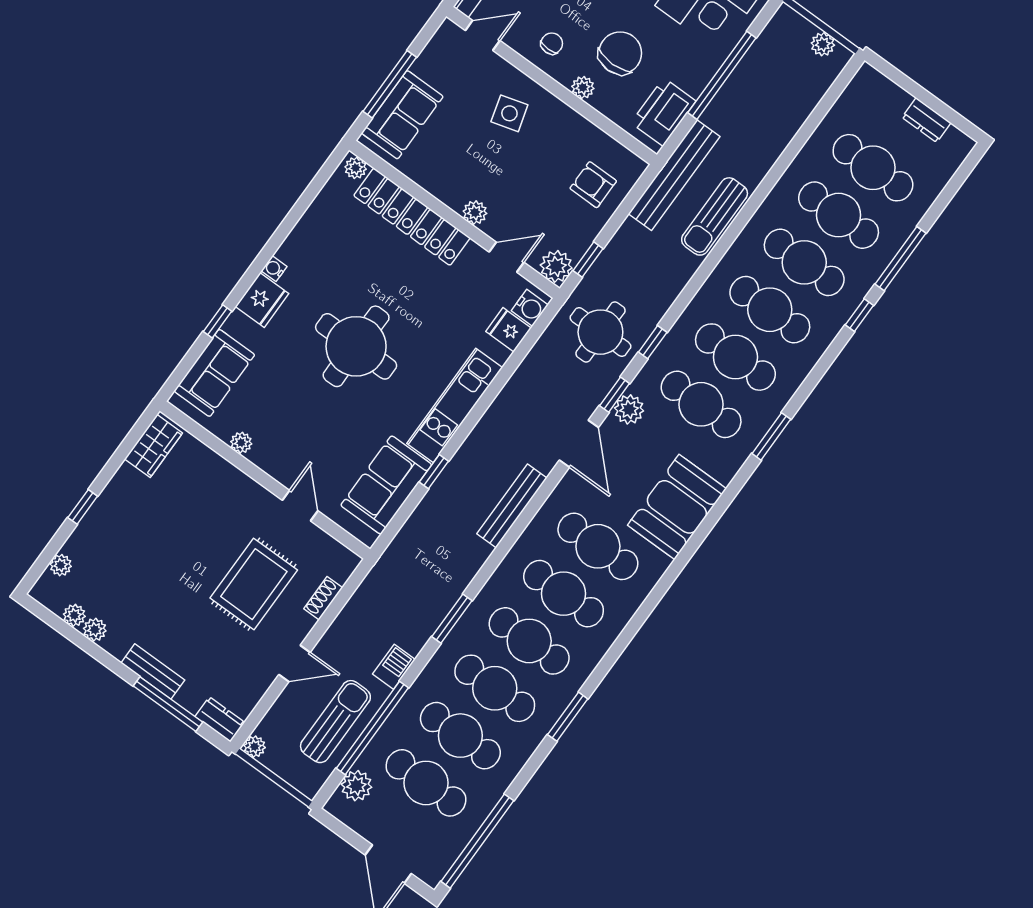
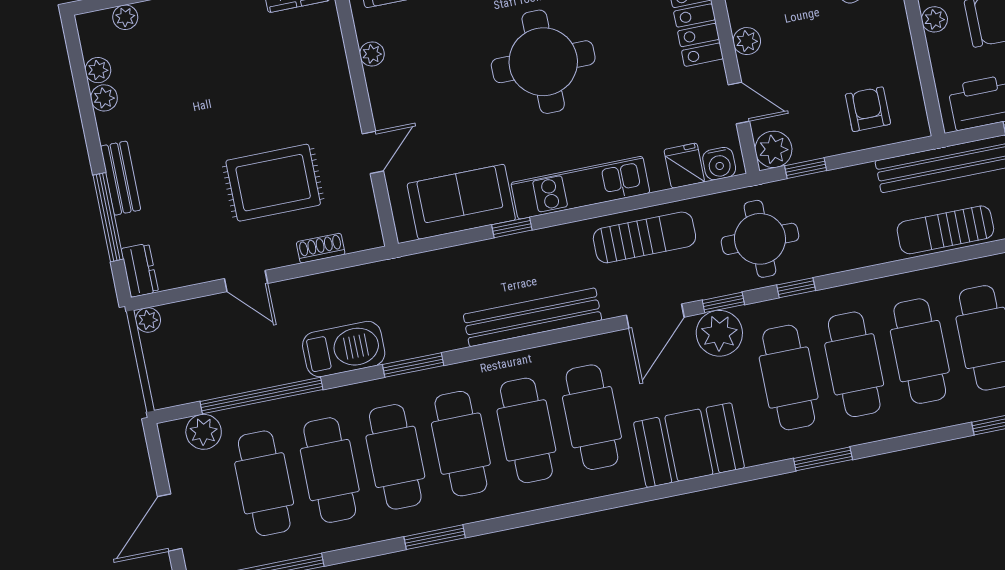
plant: (629, 409) -> (719, 333), width x1.36, depth x1.36
bench: (512, 506) -> (533, 317), width x1.37, depth x1.21
barbecue: (394, 667) -> (344, 349), width x1.88, depth x1.53
sun lounger: (335, 722) -> (644, 237), moved

